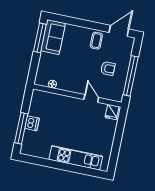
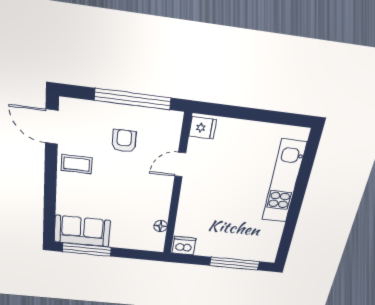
dishwasher: (32, 123) -> (184, 246), moved

